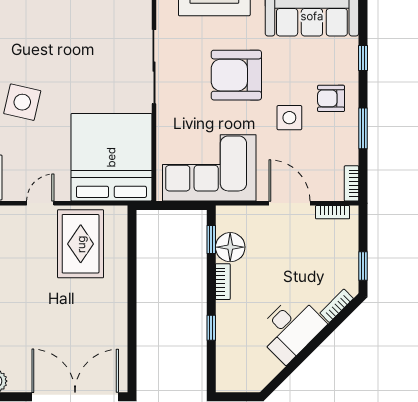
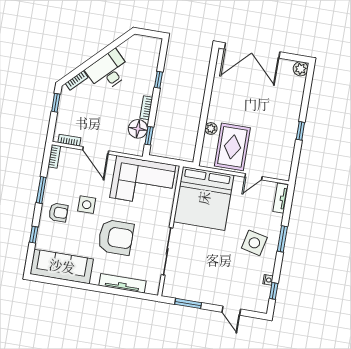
plant: (118, 266) -> (211, 128), added

